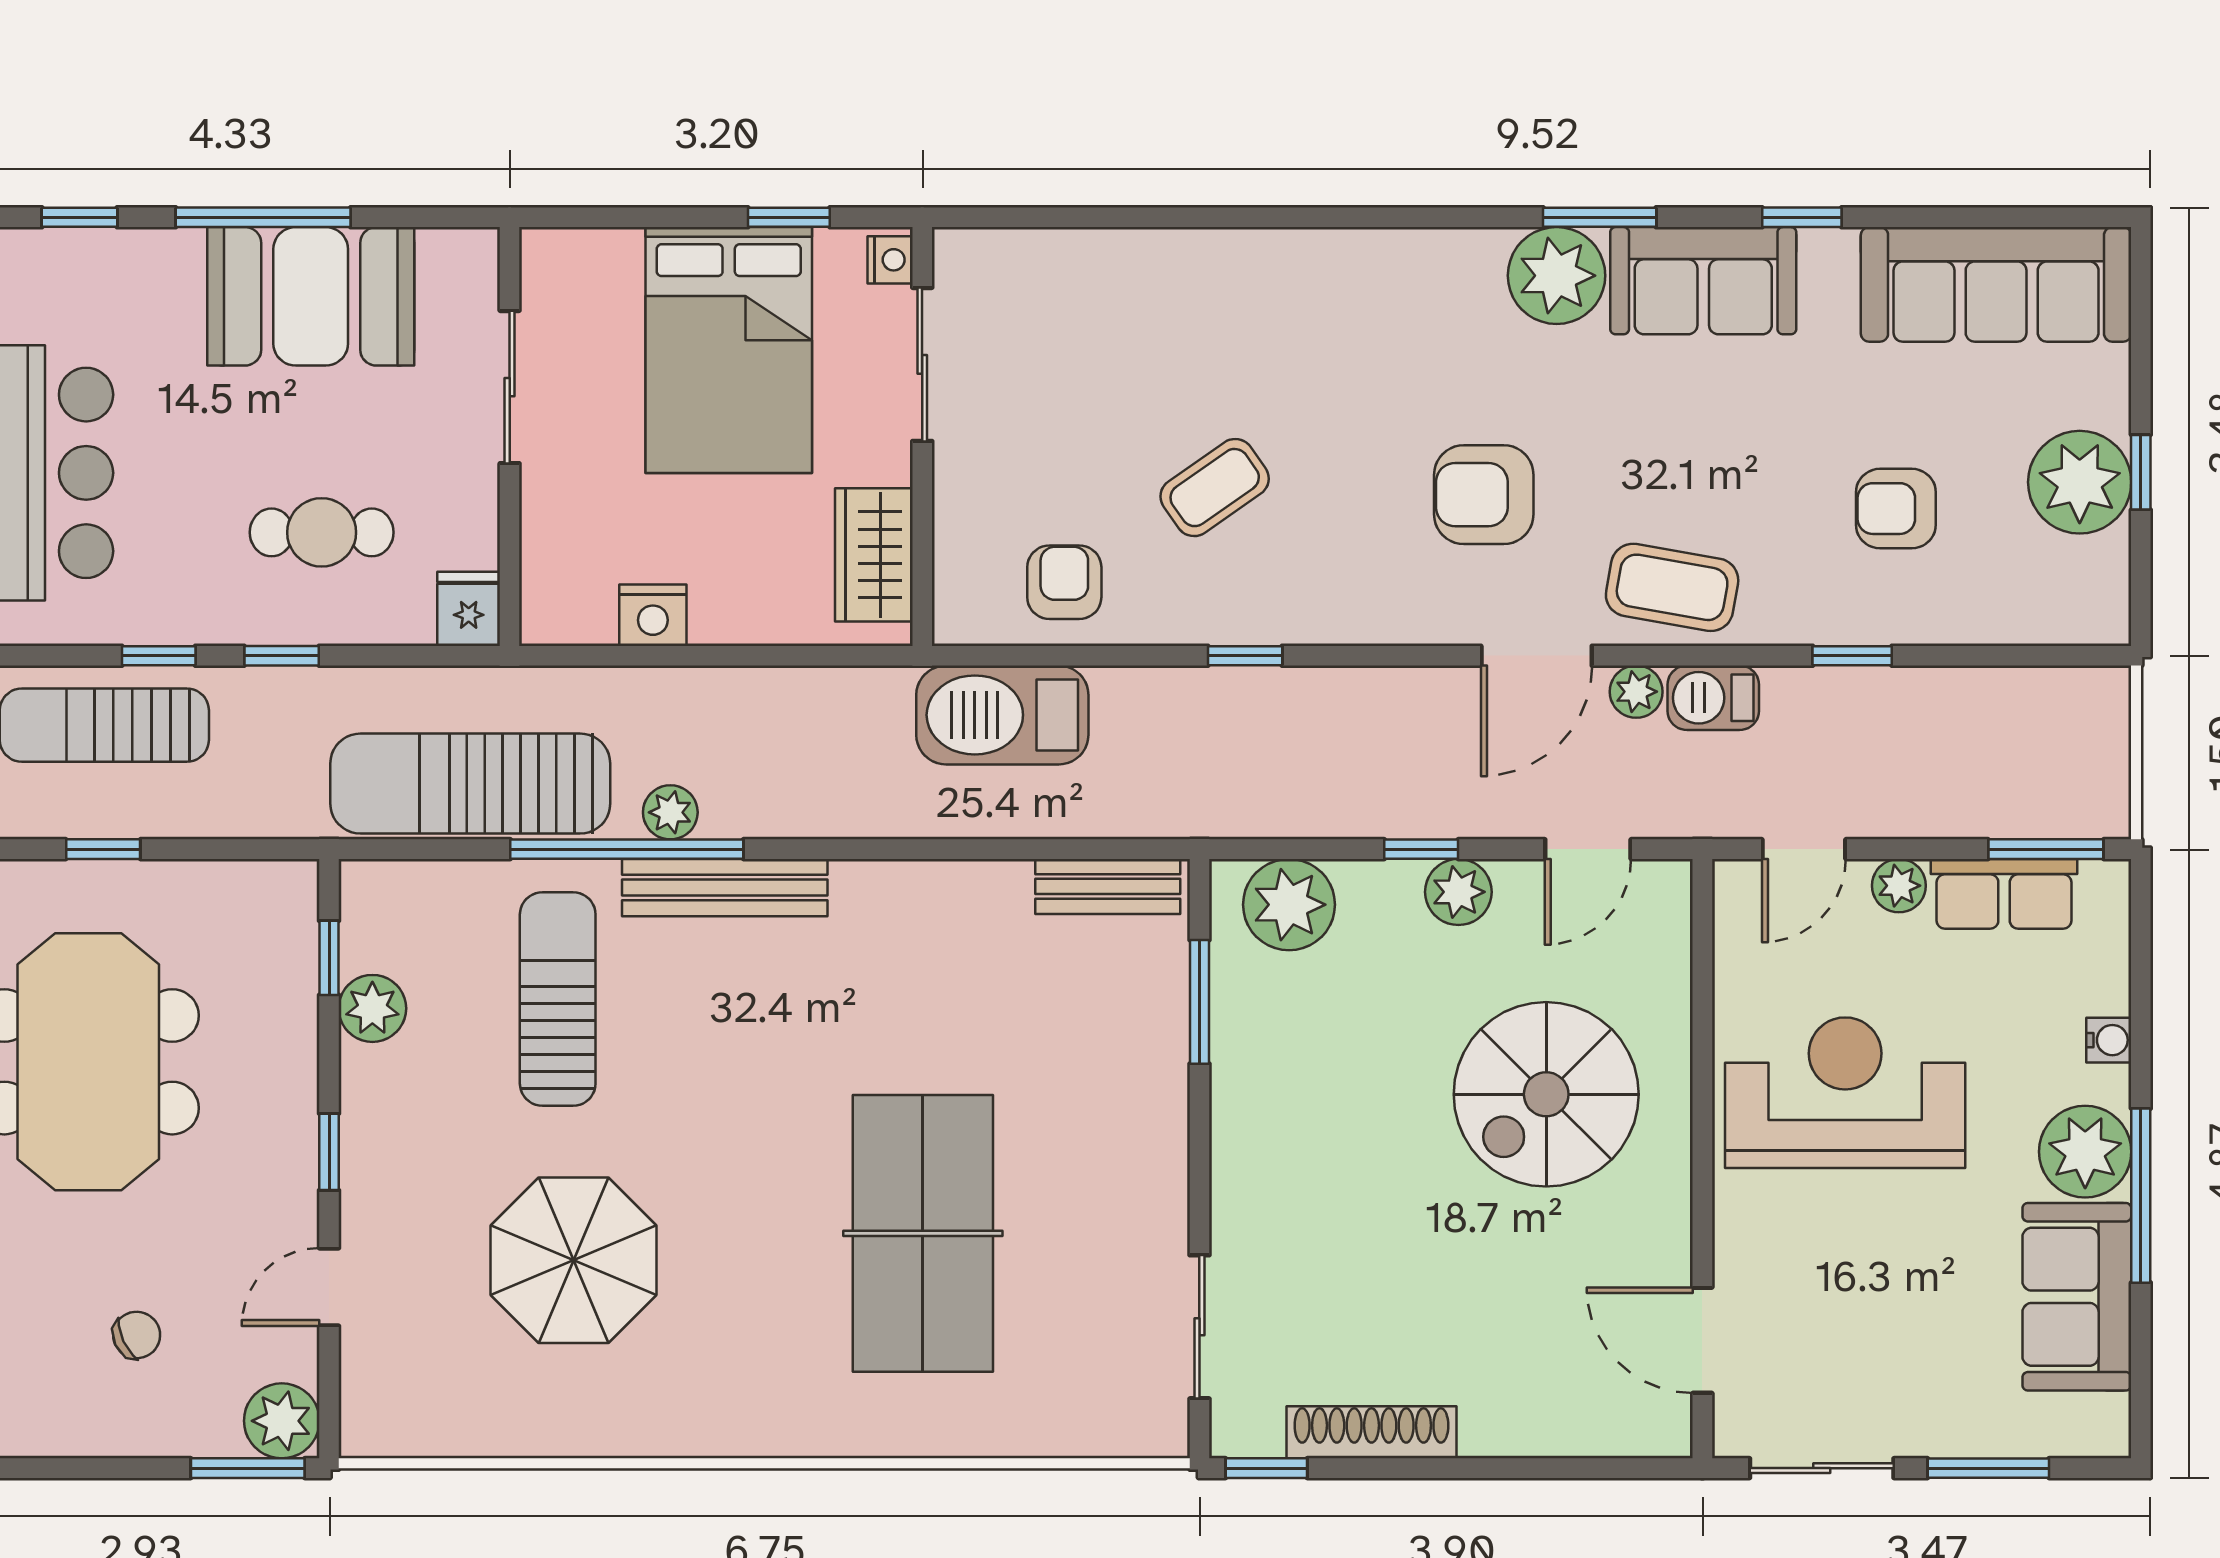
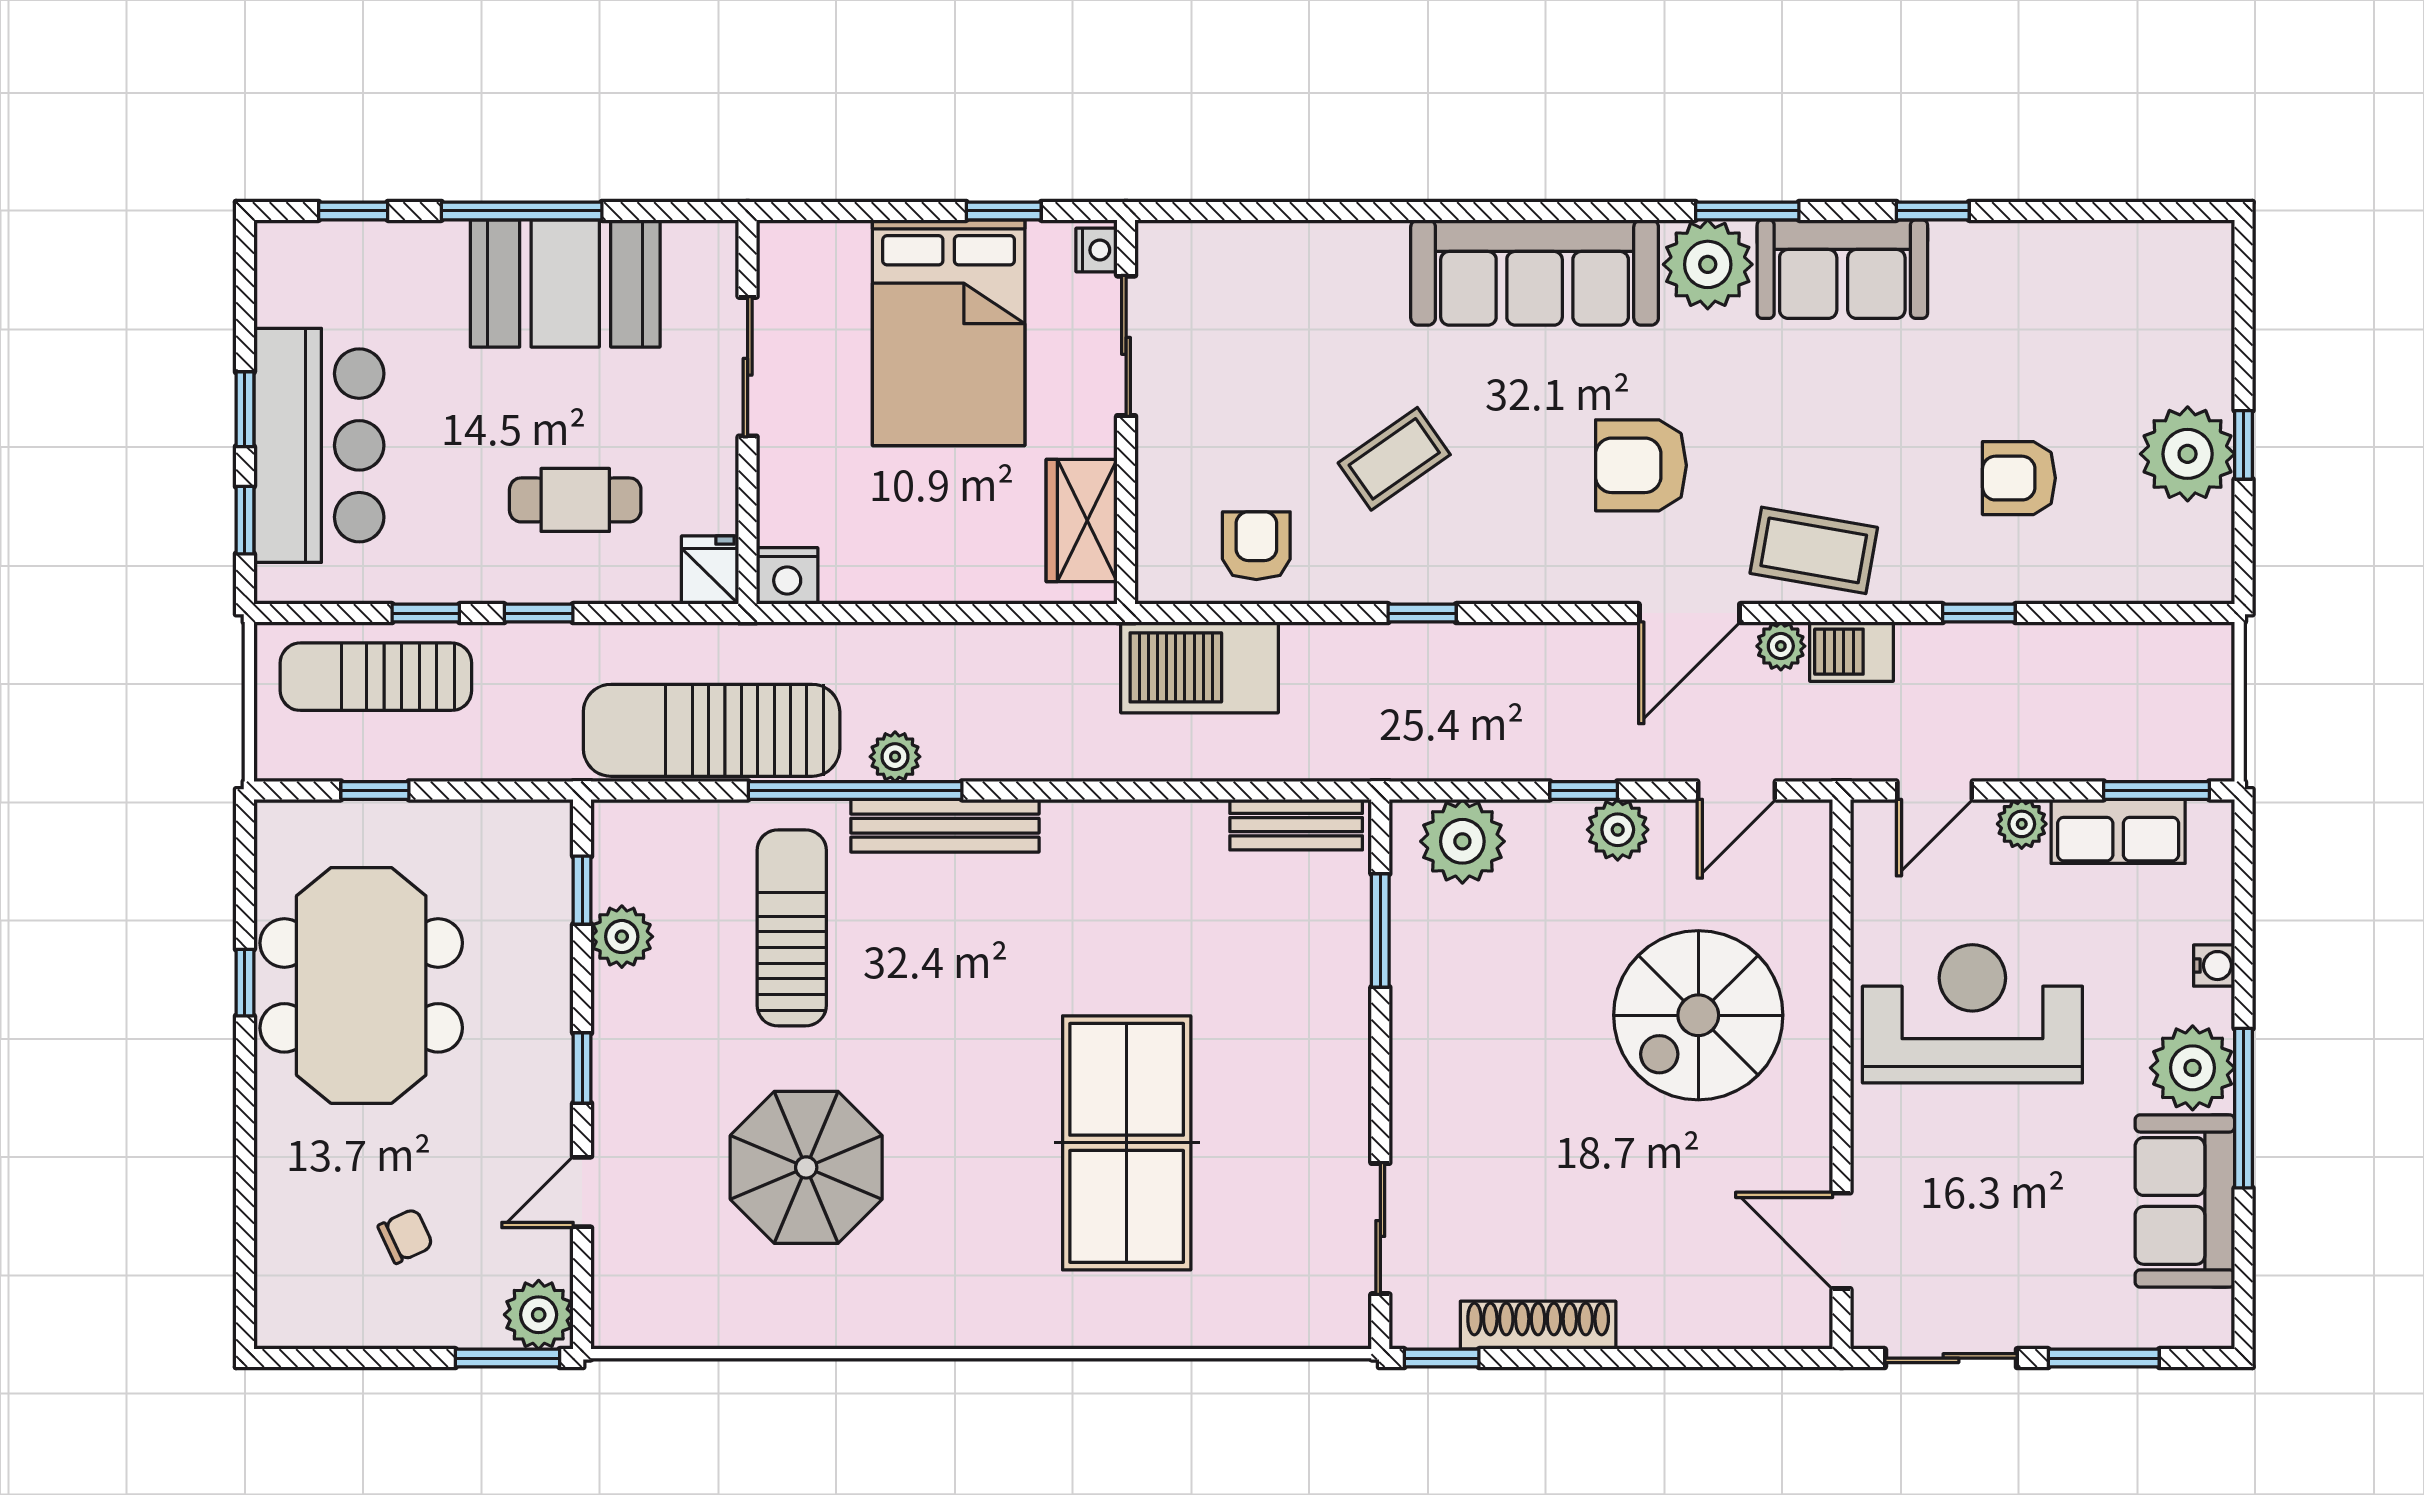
sofa: (1996, 284) -> (1535, 272), moved
nightstand: (653, 615) -> (787, 576), moved

